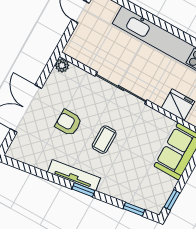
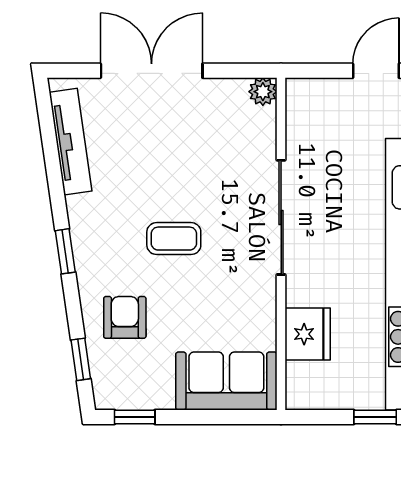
armchair: (68, 123) -> (125, 317), moved
tv unit: (74, 175) -> (71, 142), moved

